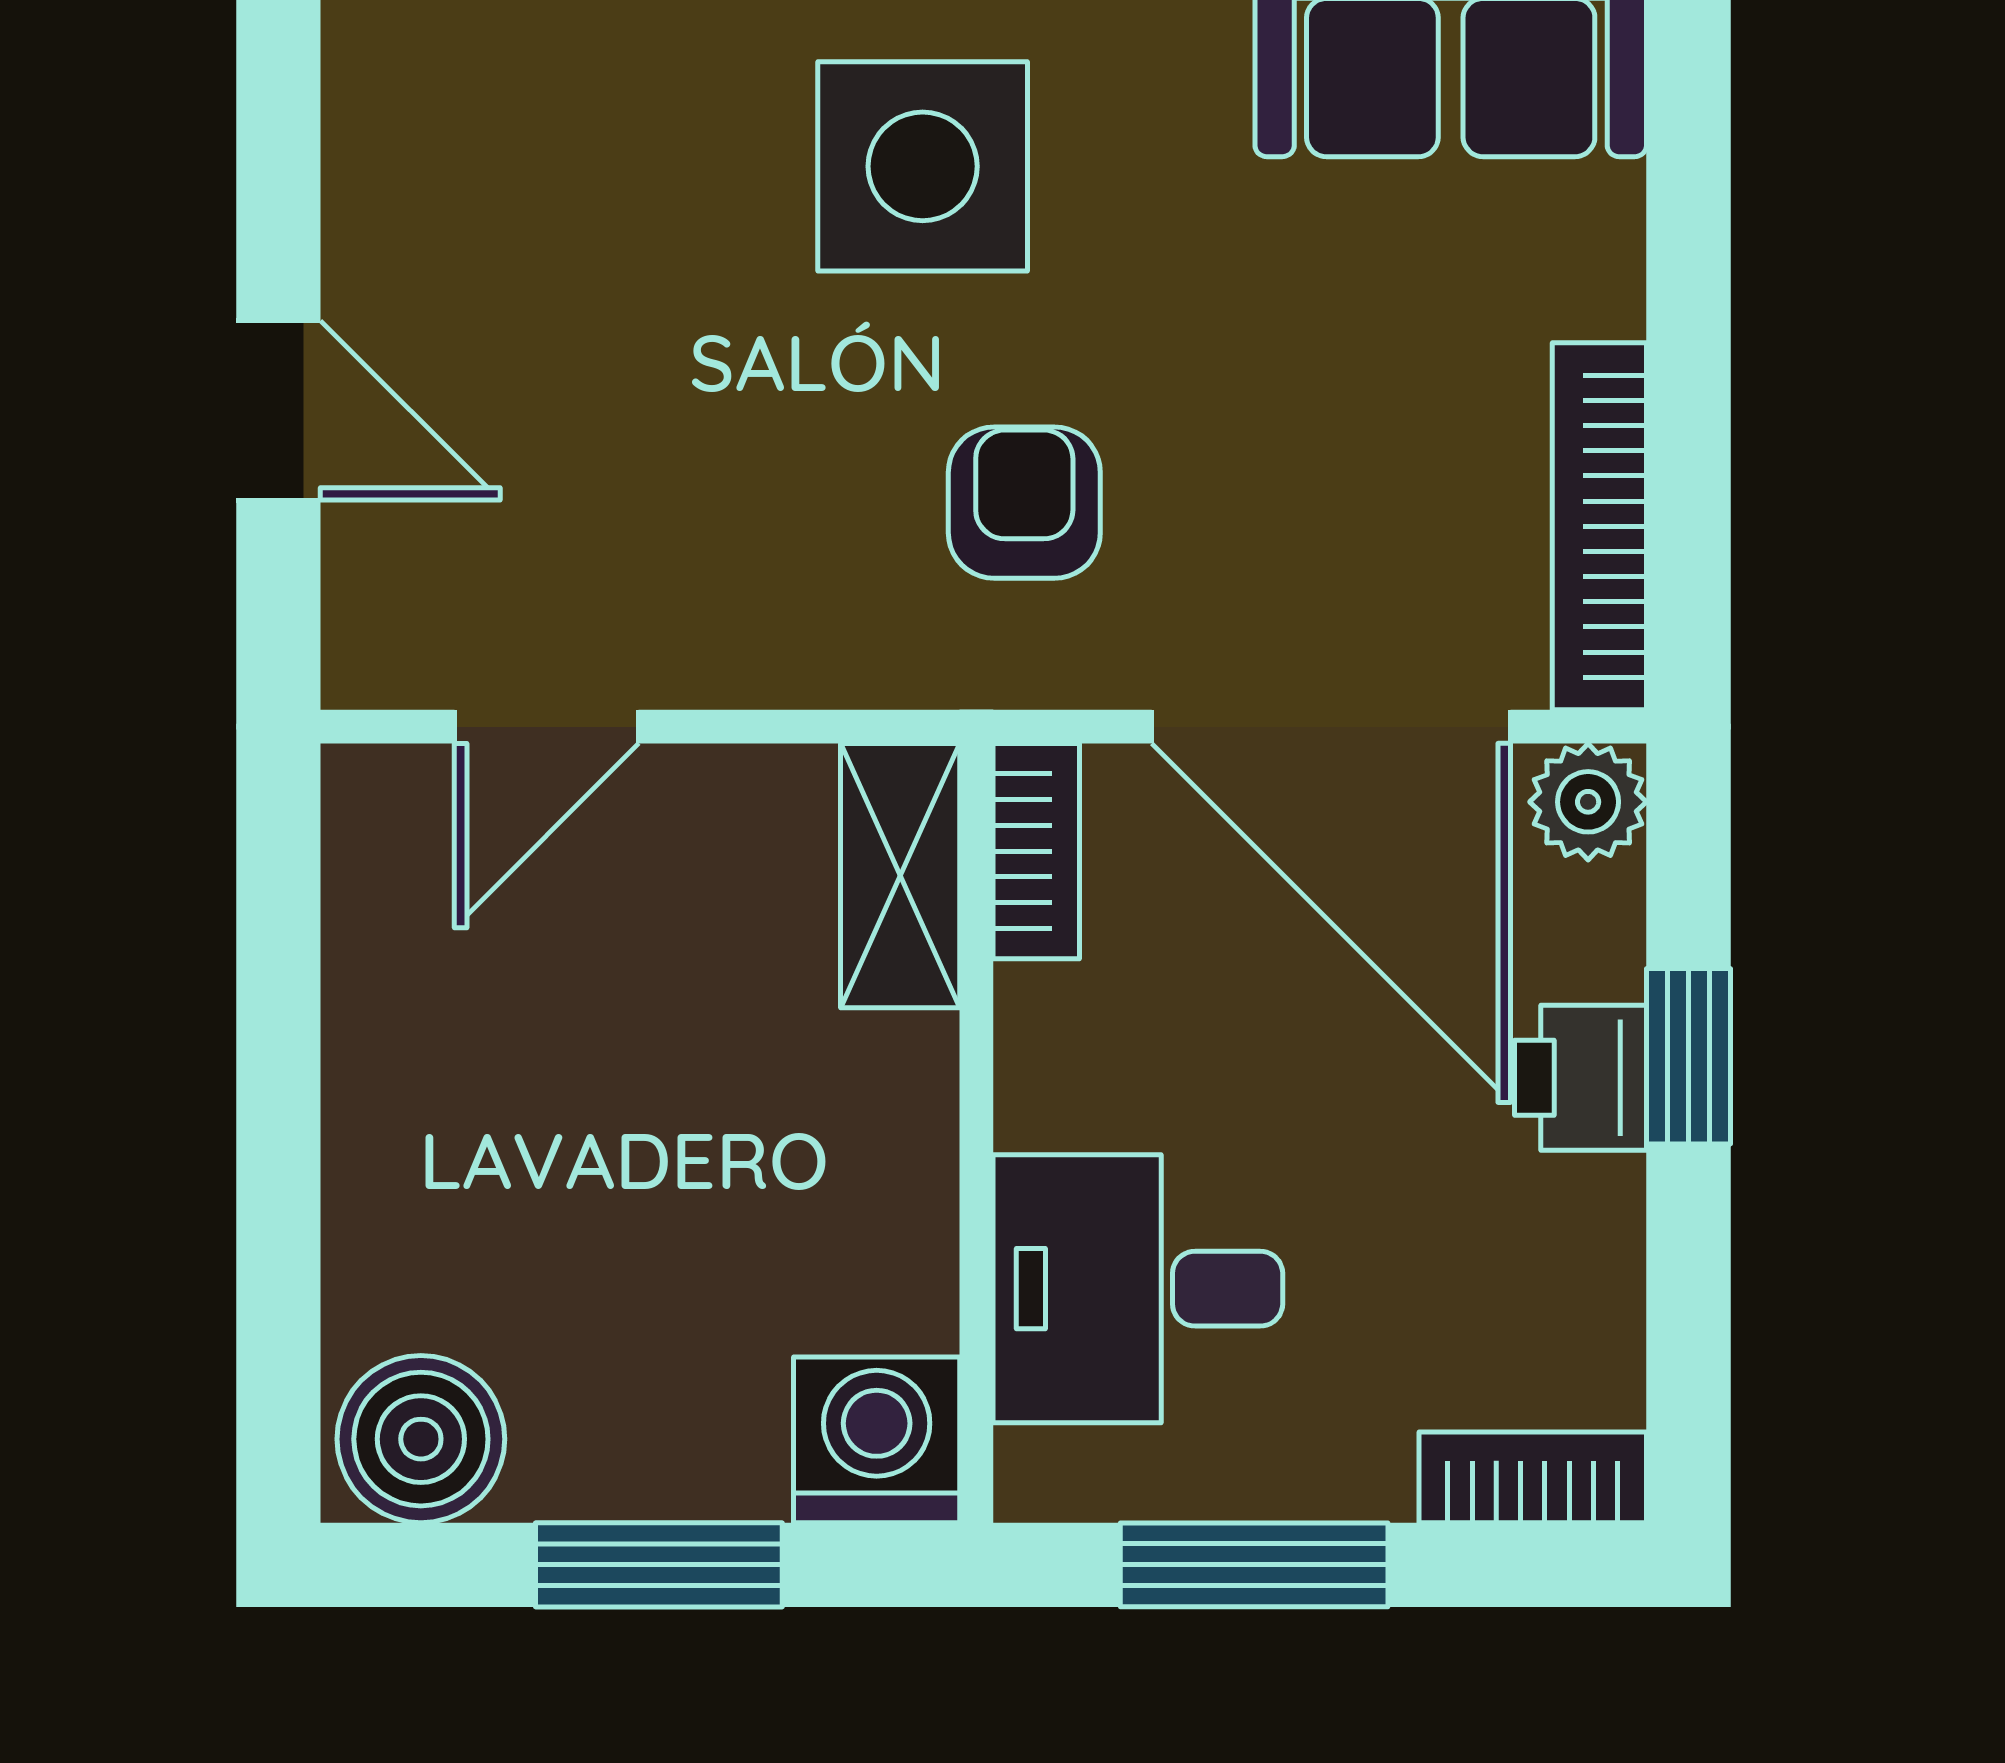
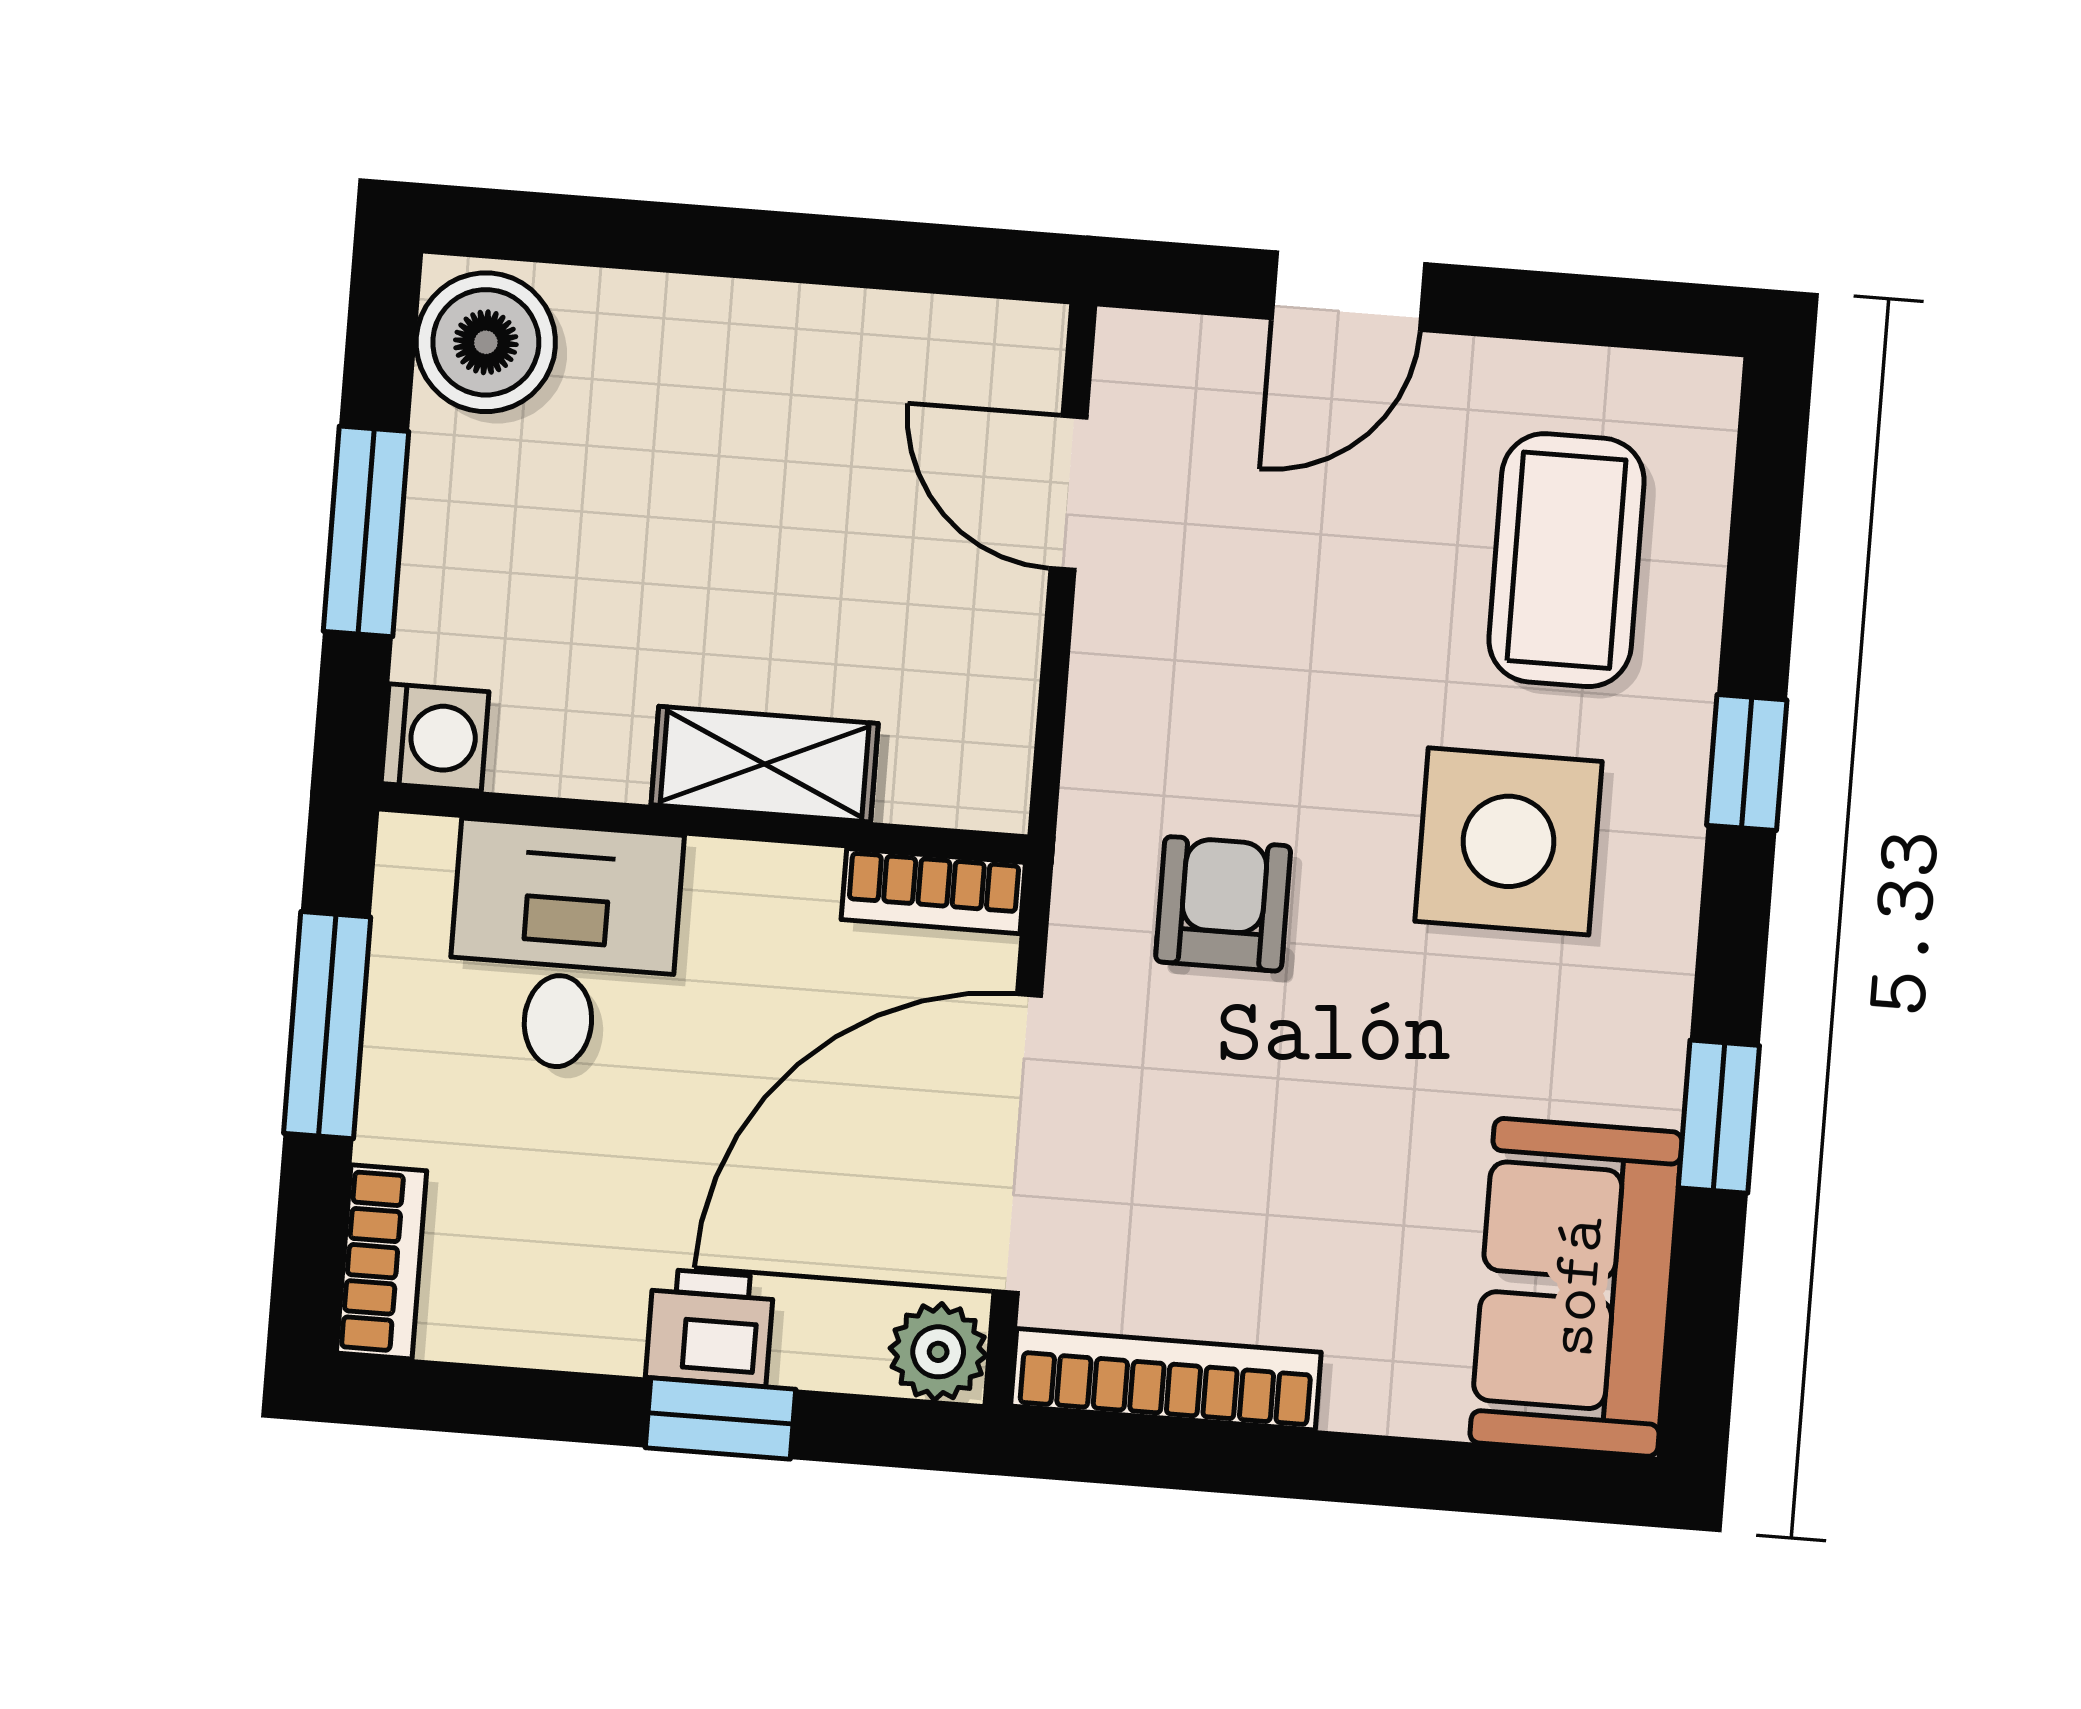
coffee table: (580, 123) -> (1566, 560), added
armchair: (1024, 503) -> (1223, 904), turned -90
shelving: (900, 876) -> (765, 764), moved
washing machine: (877, 1440) -> (435, 738), width x0.73, depth x0.73

